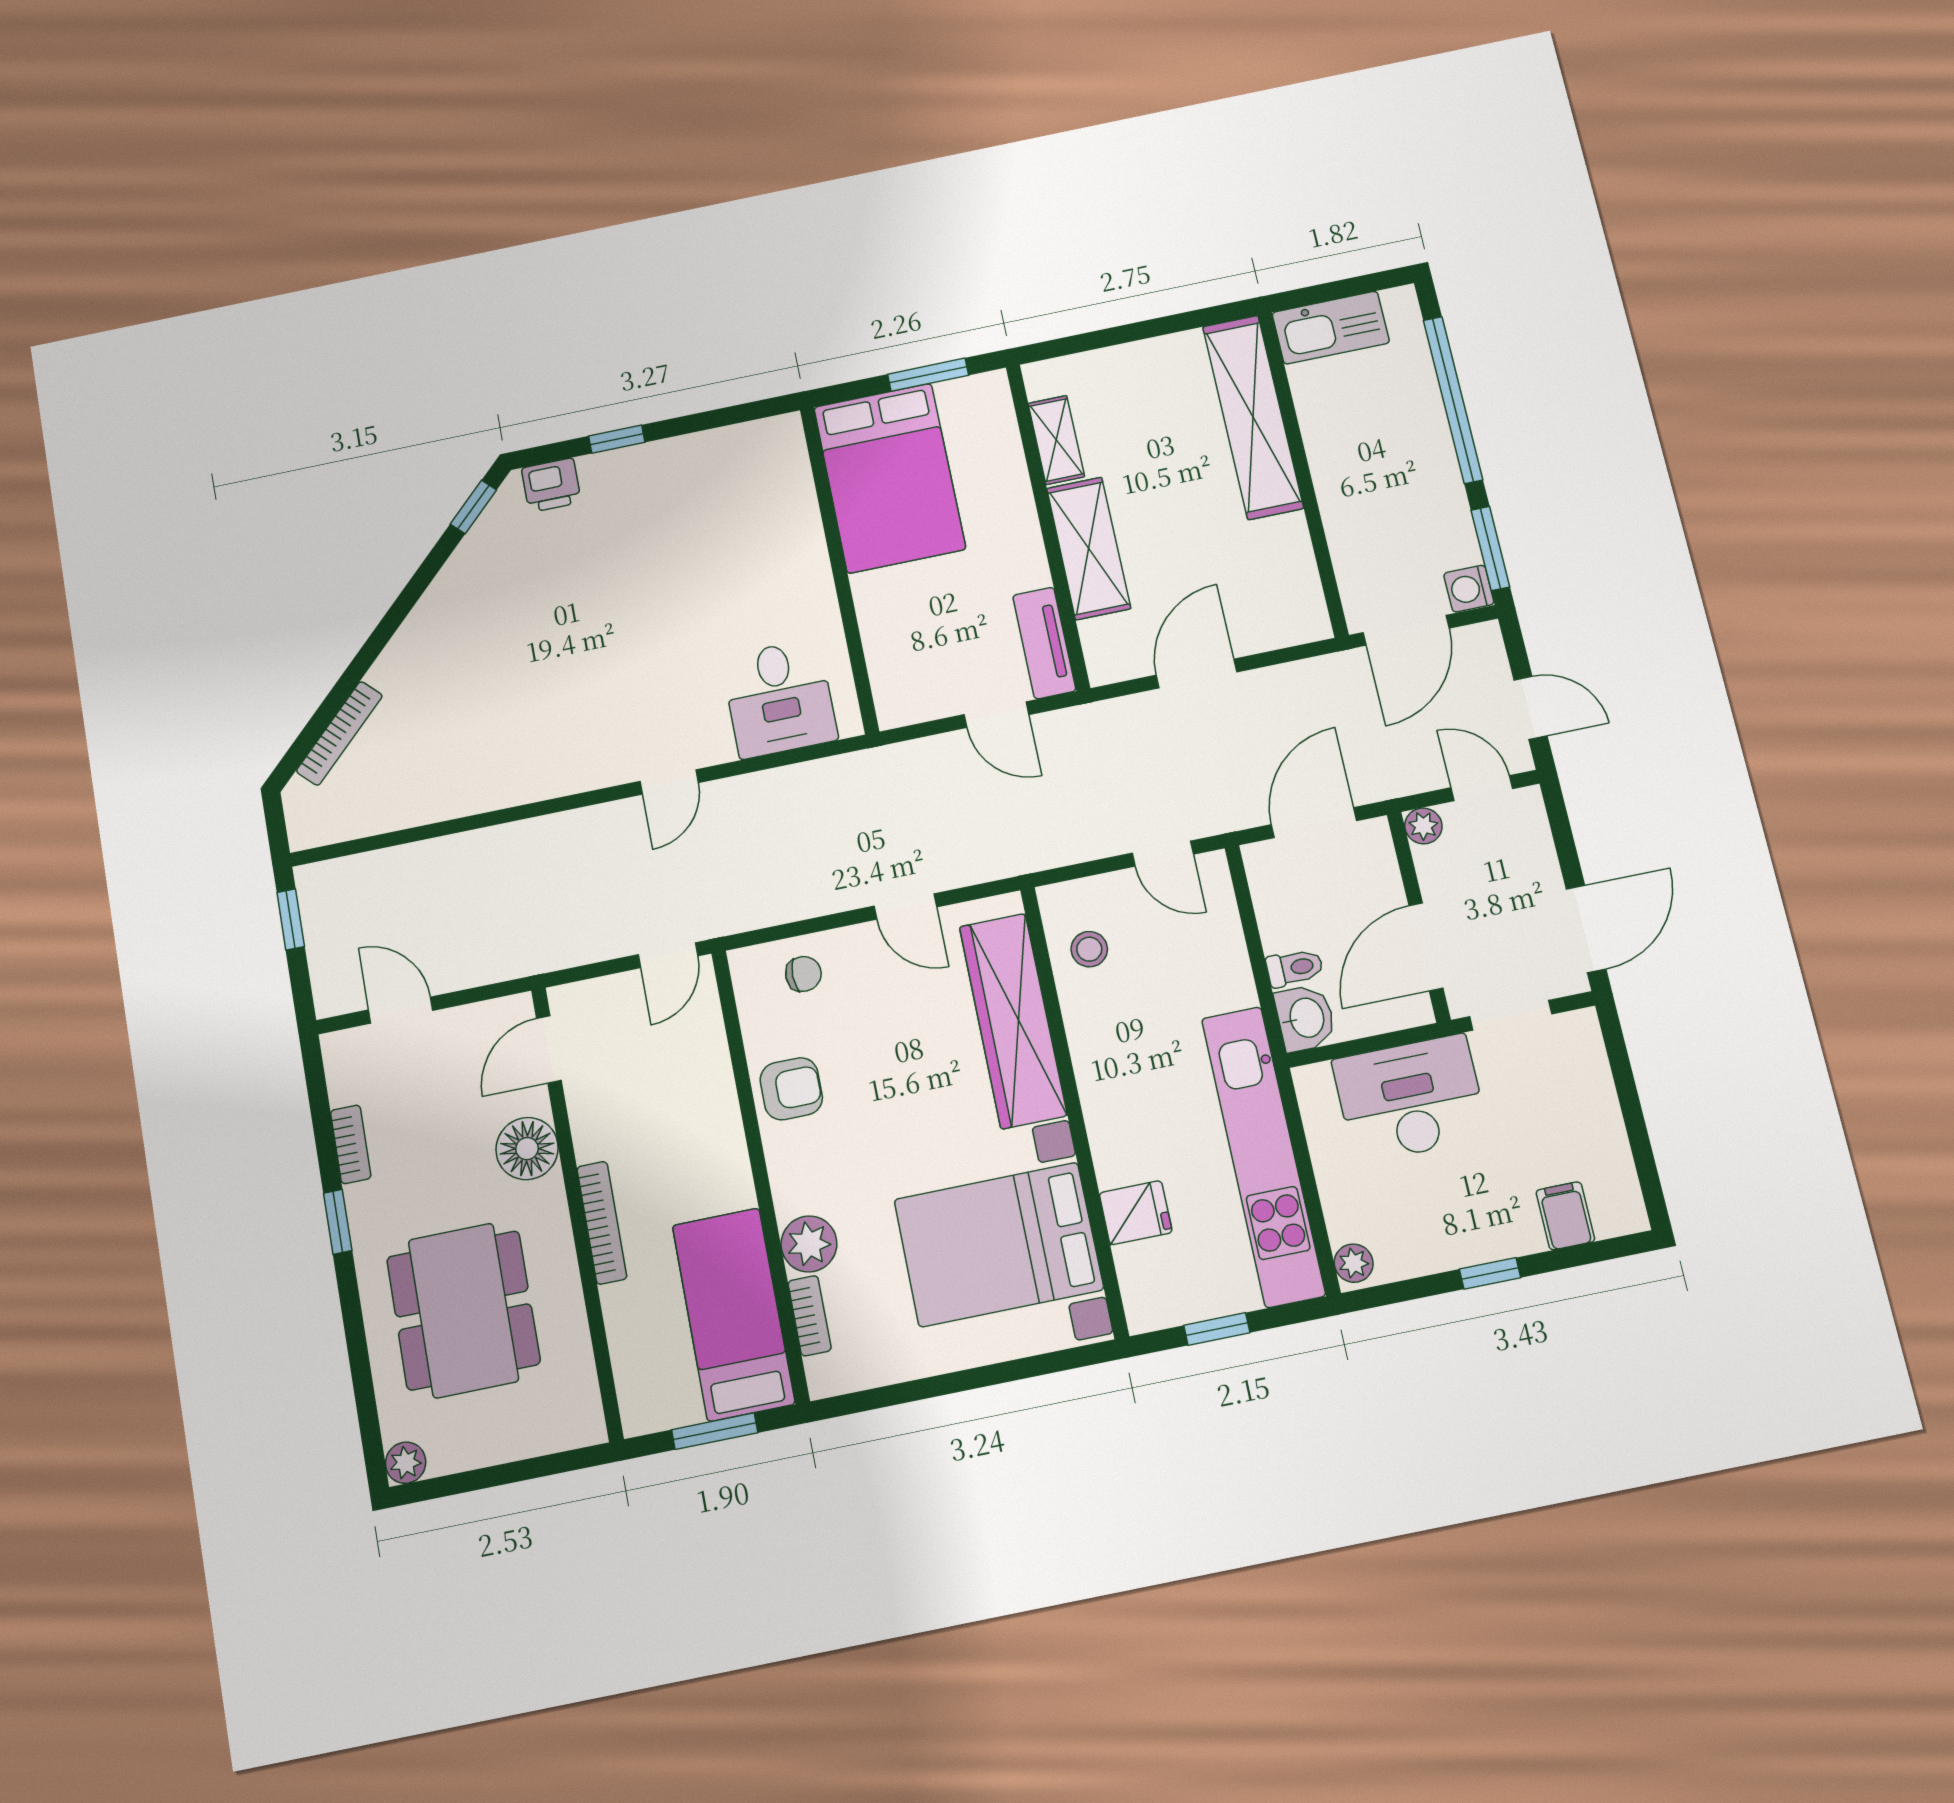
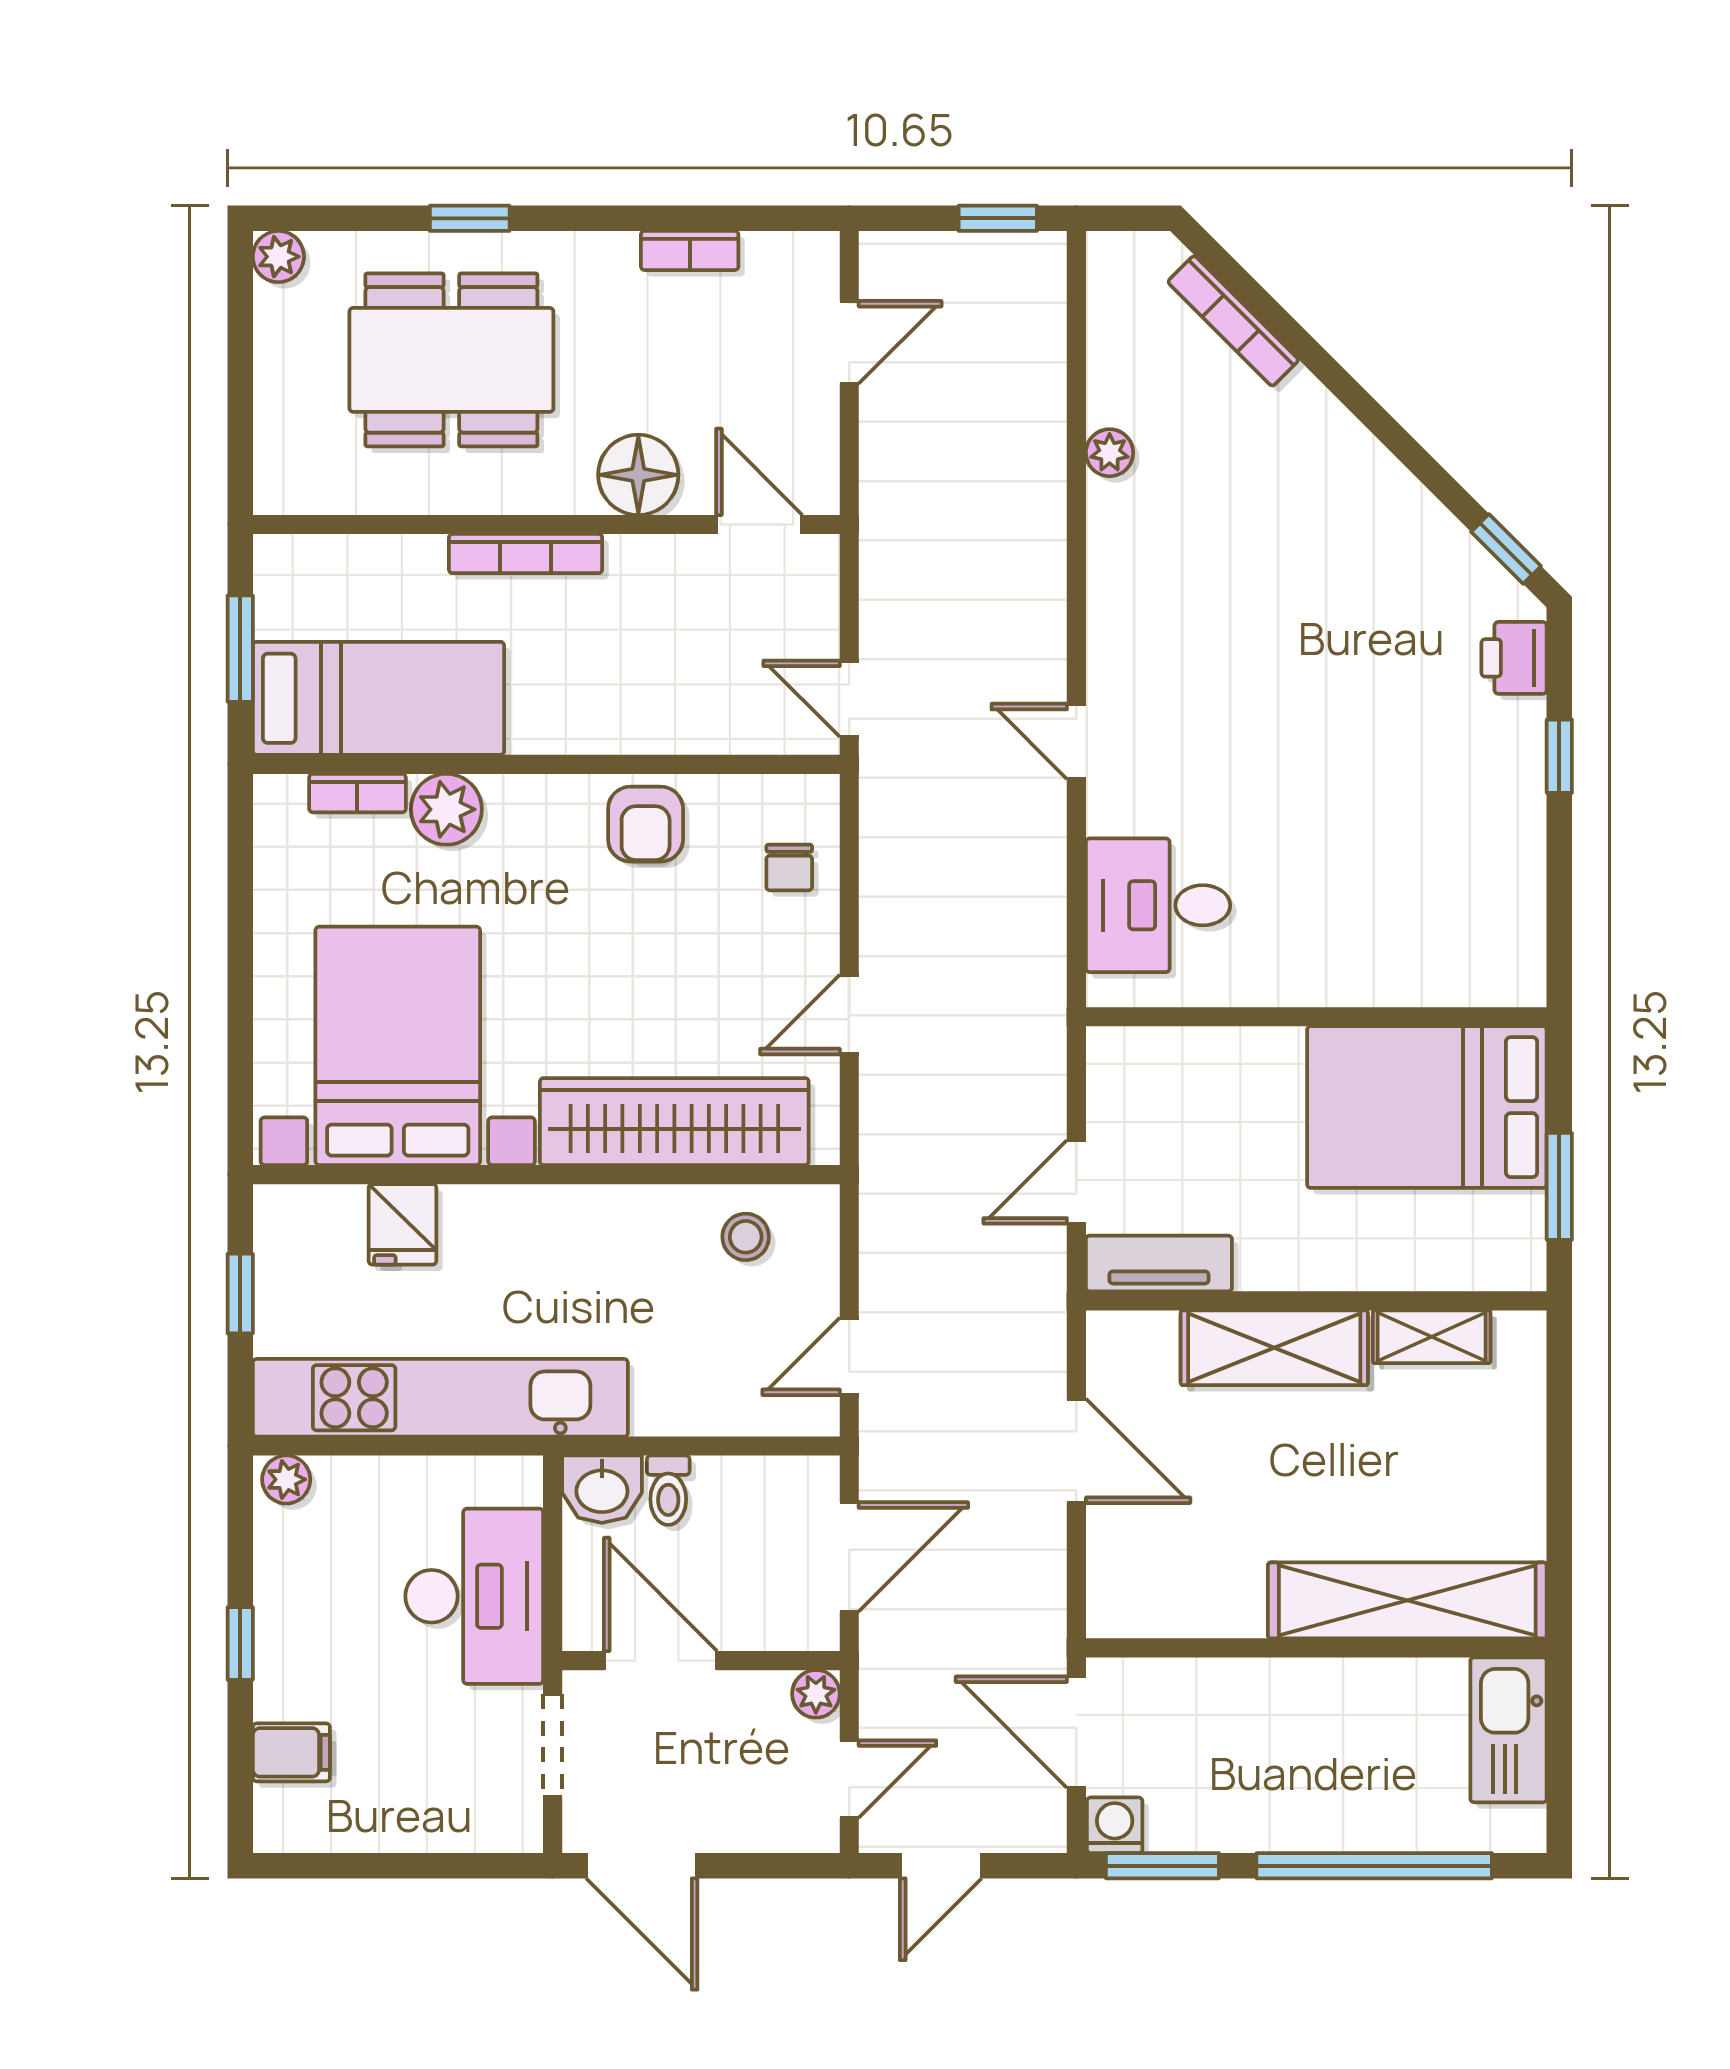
plant: (451, 802) -> (1110, 453), added
door: (1314, 823) -> (849, 1557), hinge flipped
window: (338, 1222) -> (470, 218), moved

